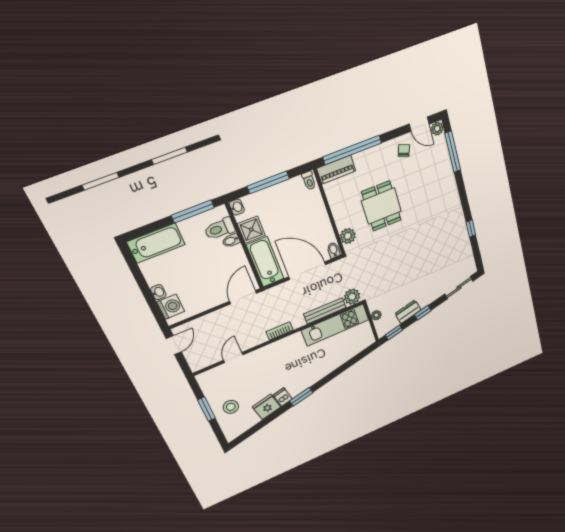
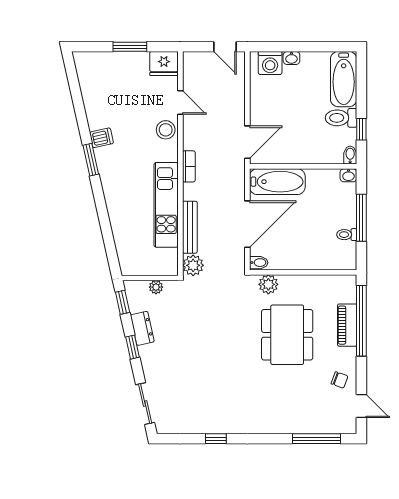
door: (419, 124) -> (361, 406), swing flipped
plant: (437, 129) -> (349, 426), removed
piano: (336, 170) -> (347, 325), moved
toilet: (309, 181) -> (347, 235), moved
dining table: (381, 206) -> (287, 335), width x1.38
window: (193, 211) -> (361, 129), width x0.46
toilet: (220, 229) -> (341, 118), moved, turned -90
shower: (251, 230) -> (319, 181), removed
bidet: (231, 241) -> (350, 155), moved
door: (243, 297) -> (247, 142), hinge flipped
kitchen unit: (335, 325) -> (166, 205), moved
stool: (231, 407) -> (166, 130), moved
fridge: (267, 407) -> (164, 64), moved, turned 103

